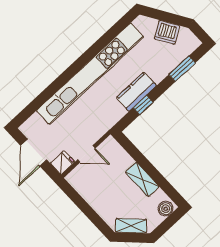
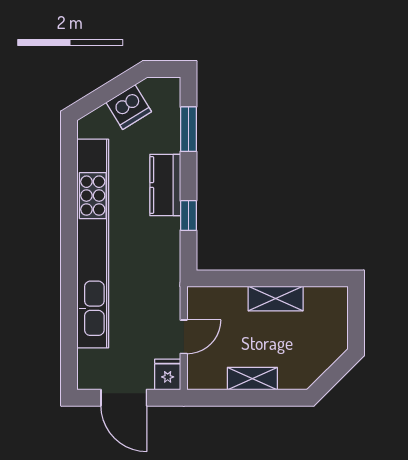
kitchen counter: (136, 92) -> (165, 185), moved
boiler: (166, 209) -> (336, 303), removed
shelving: (131, 226) -> (252, 379), moved, turned 45

